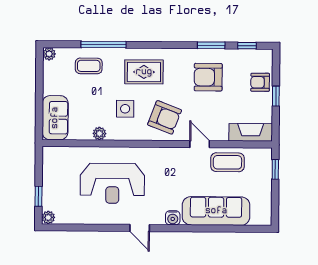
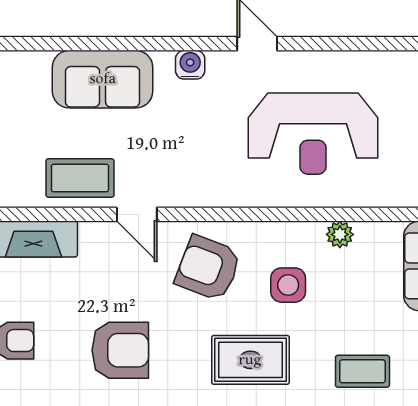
reception desk: (112, 183) -> (313, 134), turned 180
sofa: (216, 211) -> (103, 79), width x0.73

